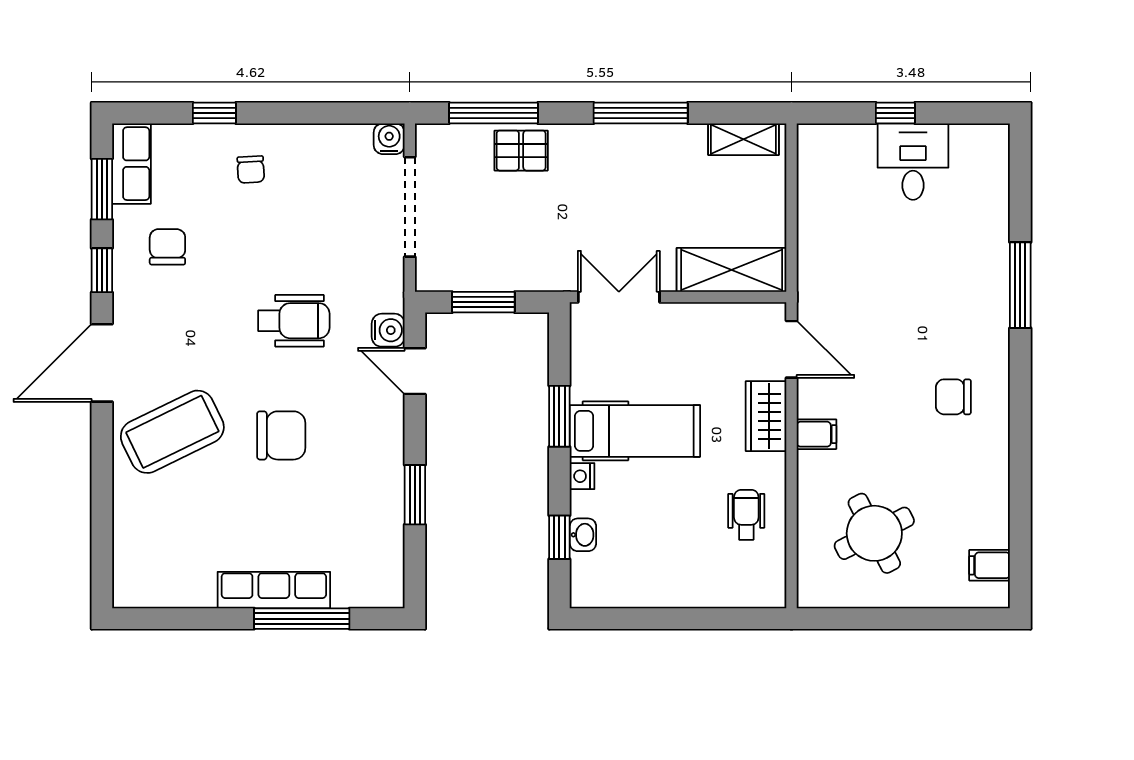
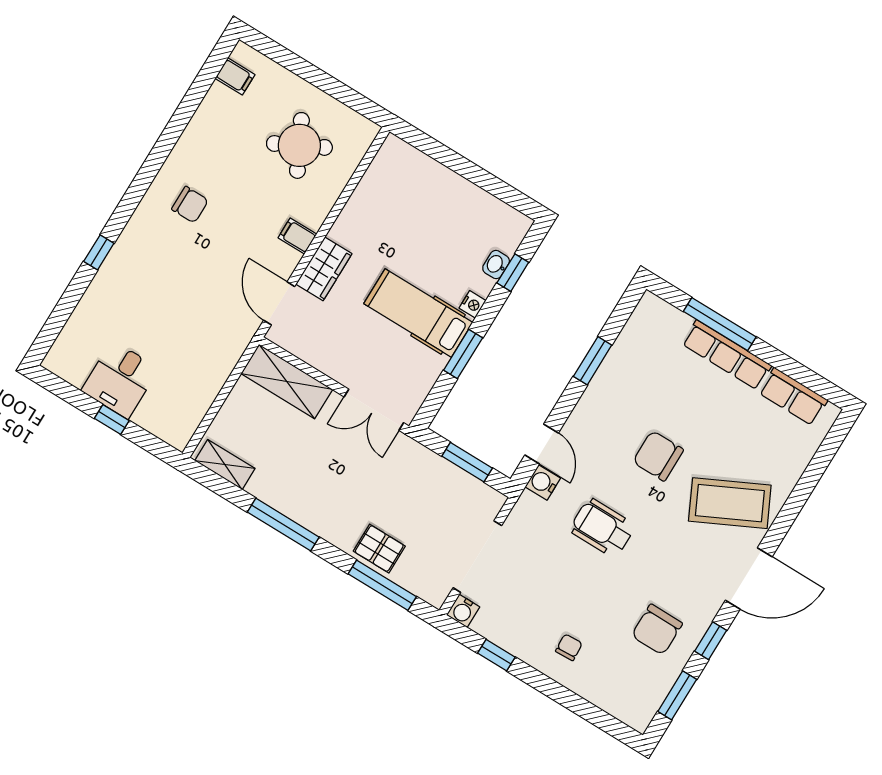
window: (214, 113) -> (496, 655), moved
row of seats: (132, 164) -> (793, 397), moved, turned -90
chair: (167, 247) -> (657, 630), width x1.37, depth x1.37
window: (1020, 285) -> (99, 252), width x0.46
wheelchair: (746, 515) -> (378, 211), removed

